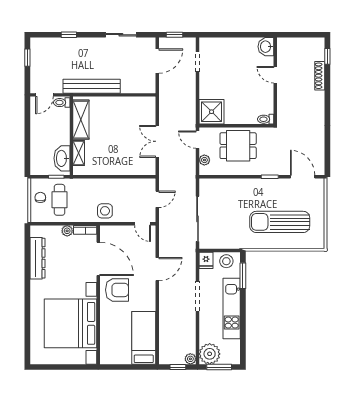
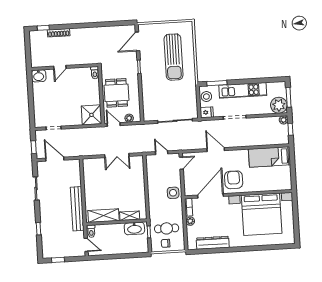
door: (198, 140) -> (114, 124), swing flipped

